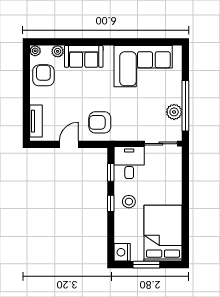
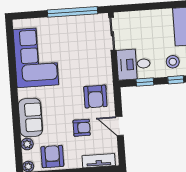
armchair: (43, 75) -> (52, 156), turned 90
armchair: (70, 106) -> (82, 128), added
plant: (174, 112) -> (80, 23), removed

